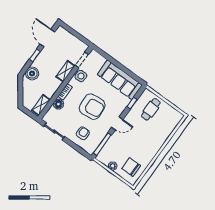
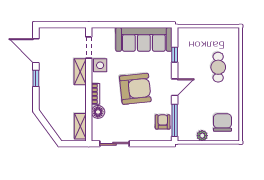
boiler: (32, 73) -> (47, 100), removed
cafe table: (151, 109) -> (218, 67), moved
armchair: (83, 133) -> (163, 122), moved
chair: (131, 167) -> (222, 123), turned 90

